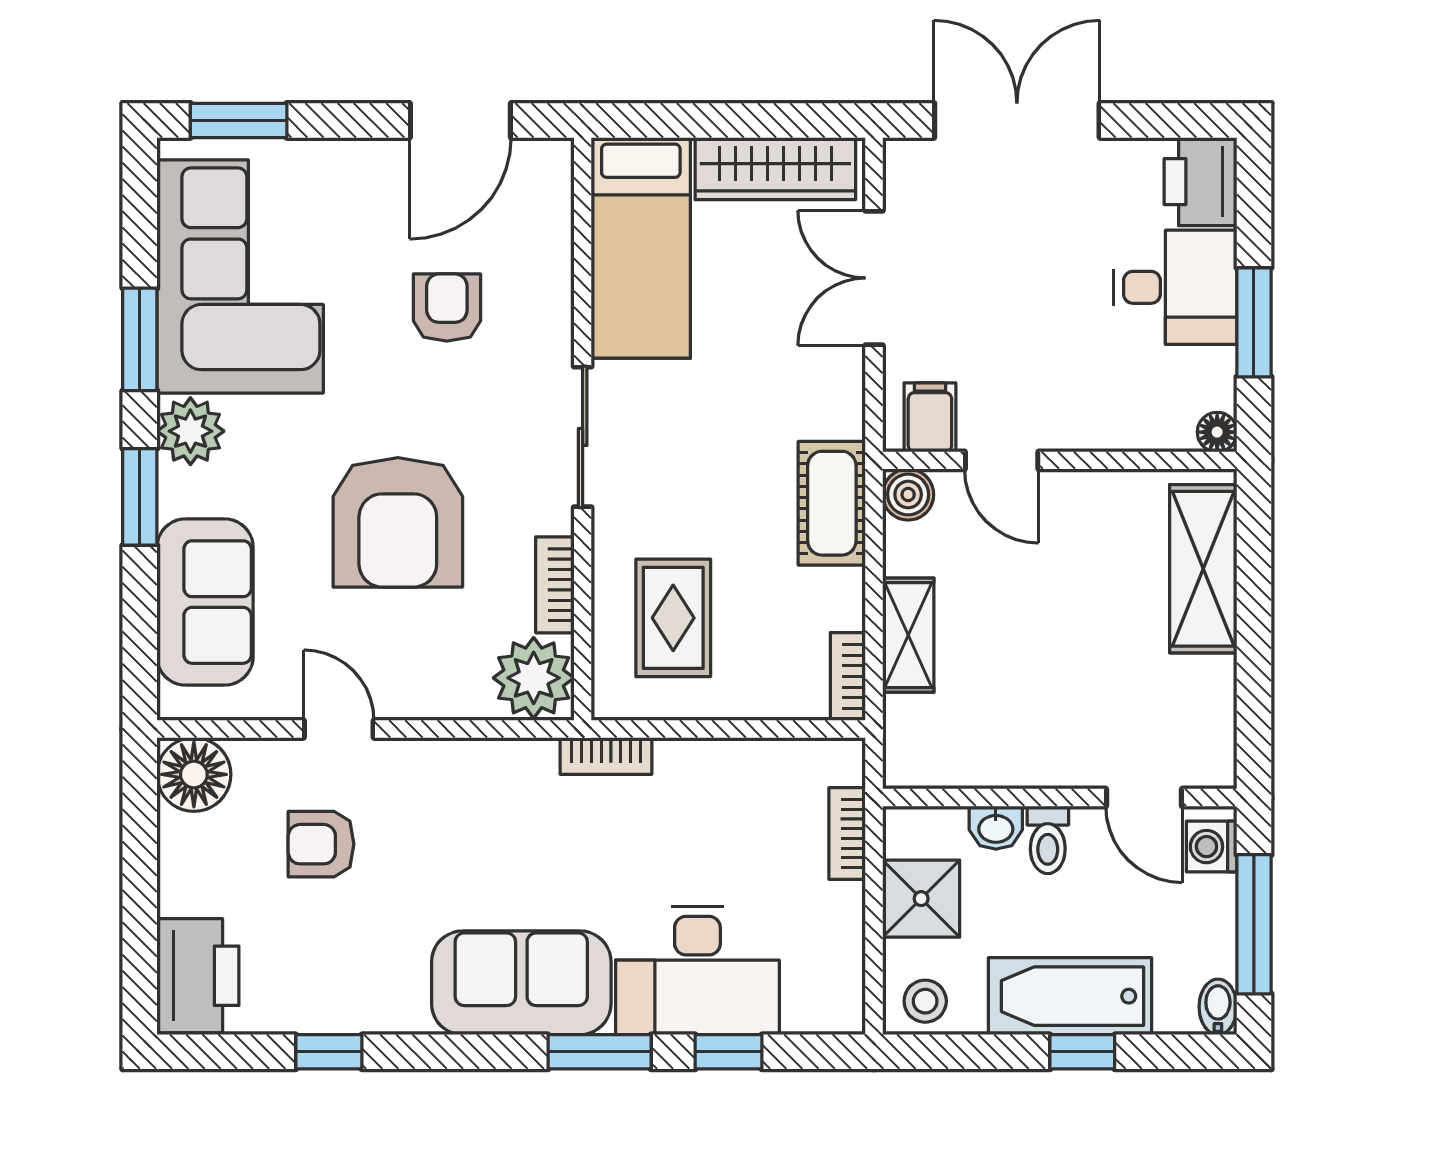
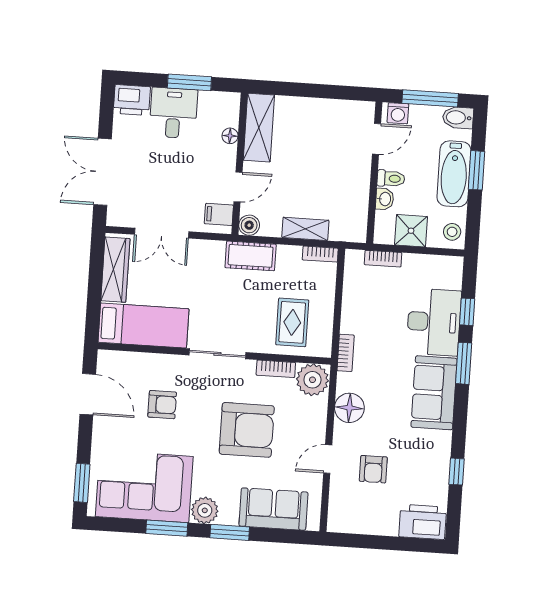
armchair: (447, 308) -> (162, 405), turned 180
floor lamp: (1217, 432) -> (230, 136), moved
shelving: (1203, 569) -> (259, 128), moved, turned 90
rug: (673, 618) -> (292, 322), turned 90
floor lamp: (194, 774) -> (349, 408), moved
bidet: (1218, 1007) -> (458, 118), width x1.38, depth x1.36
window: (1082, 1052) -> (477, 170), width x1.50

